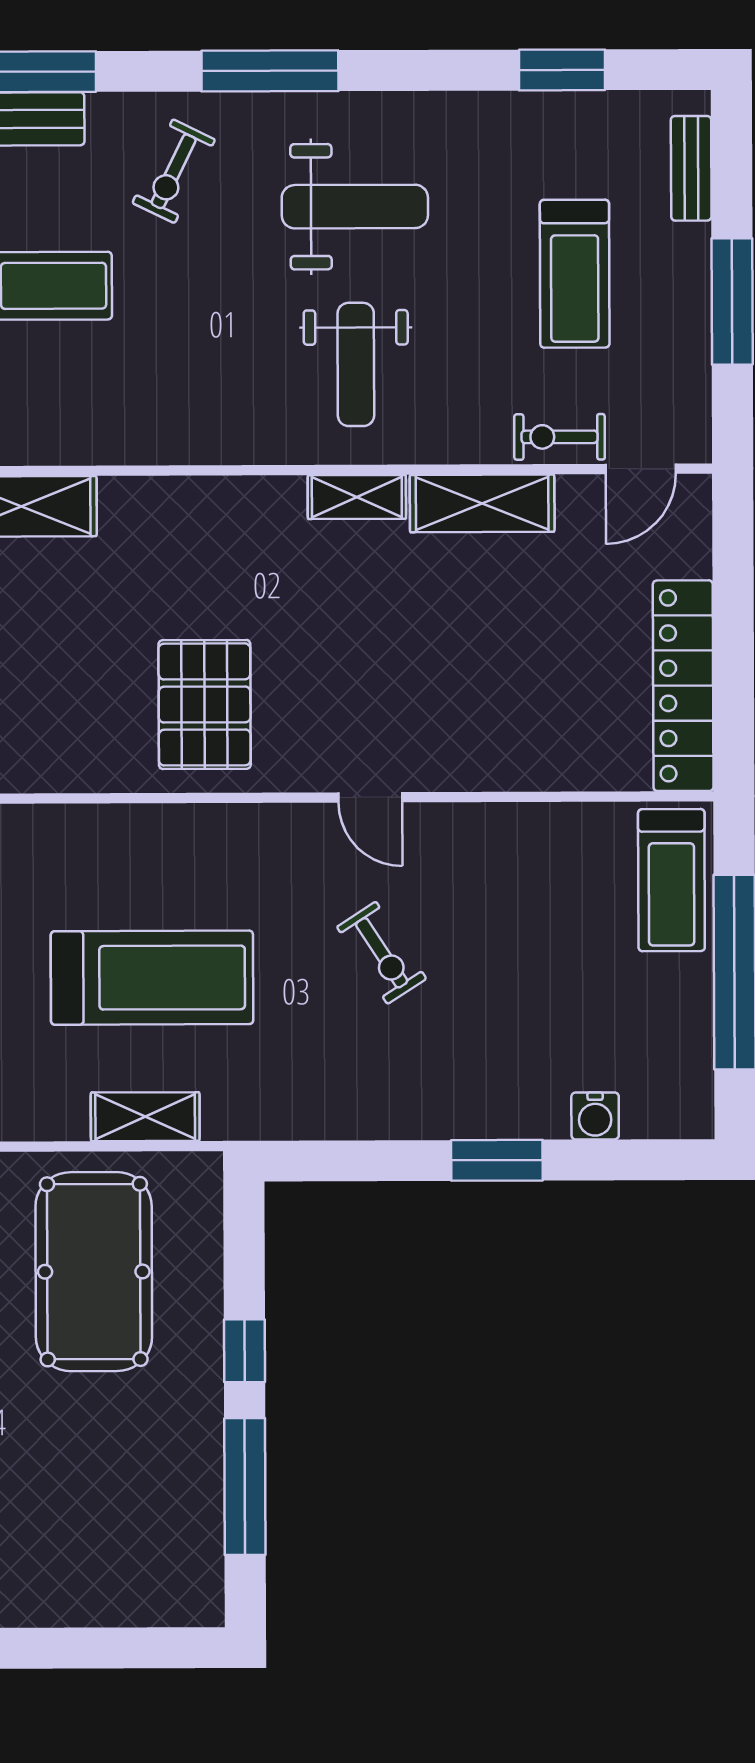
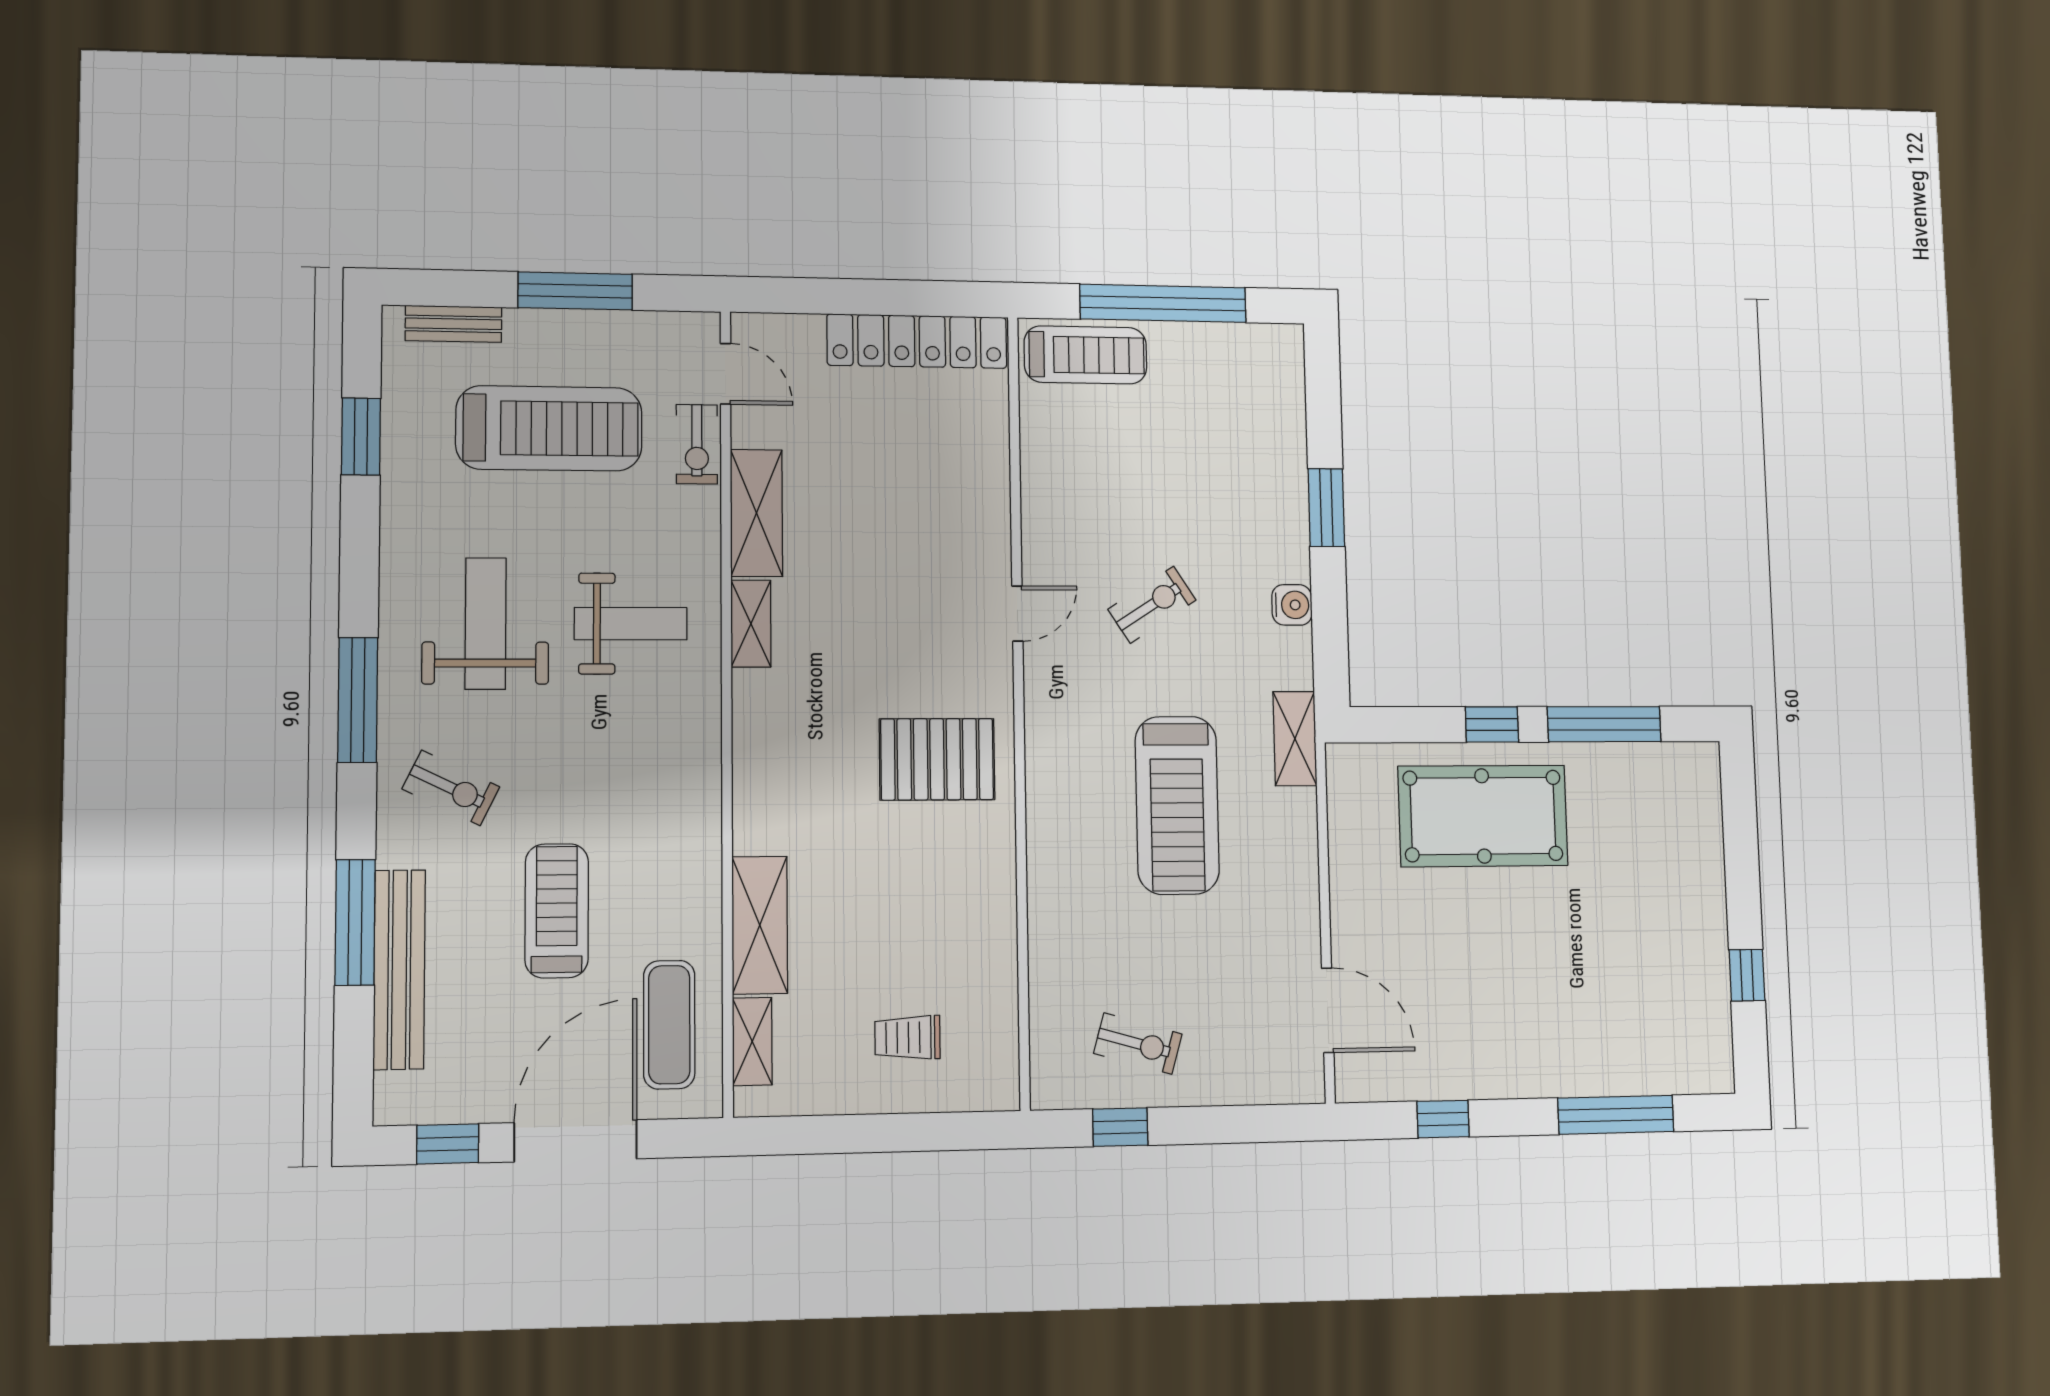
treadmill: (575, 274) -> (549, 428), width x1.37, depth x1.38
treadmill: (152, 978) -> (1177, 805), turned 180
water cooler: (595, 1116) -> (1292, 605), moved
shelving: (145, 1117) -> (1295, 739), moved
pool table: (94, 1272) -> (1483, 816), moved

